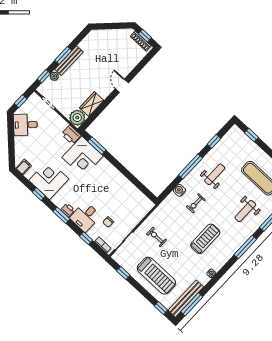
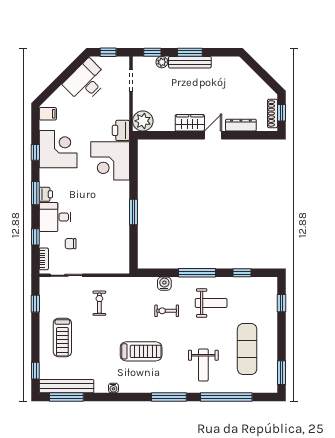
dresser: (131, 65) -> (241, 125), added
wardrobe: (92, 104) -> (190, 123), moved
desk: (25, 125) -> (86, 82), width x1.37
window: (97, 146) -> (133, 212), moved
weight bench: (245, 211) -> (203, 365), turned -90
treadmill: (156, 276) -> (62, 338), width x0.73, depth x0.73

